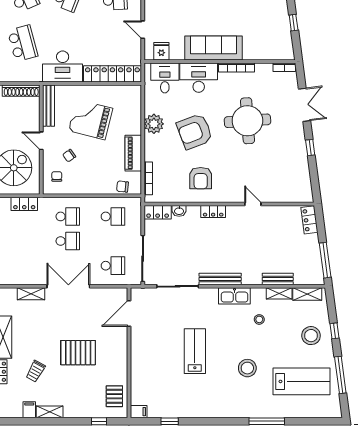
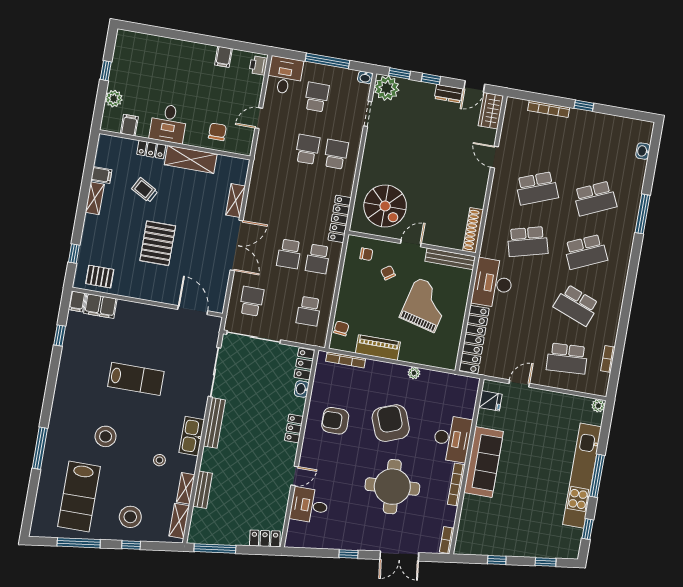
desk: (165, 78) -> (309, 505), moved, turned 180
plant: (154, 124) -> (414, 373), width x0.53, depth x0.53
locker: (24, 204) -> (340, 219), width x1.53
school desk: (113, 266) -> (252, 301), turned 180
filing cabinet: (139, 391) -> (100, 306), added

